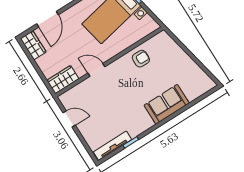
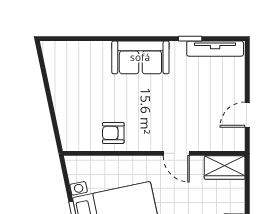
sofa: (167, 104) -> (140, 57), moved
door: (69, 119) -> (247, 115), hinge flipped

